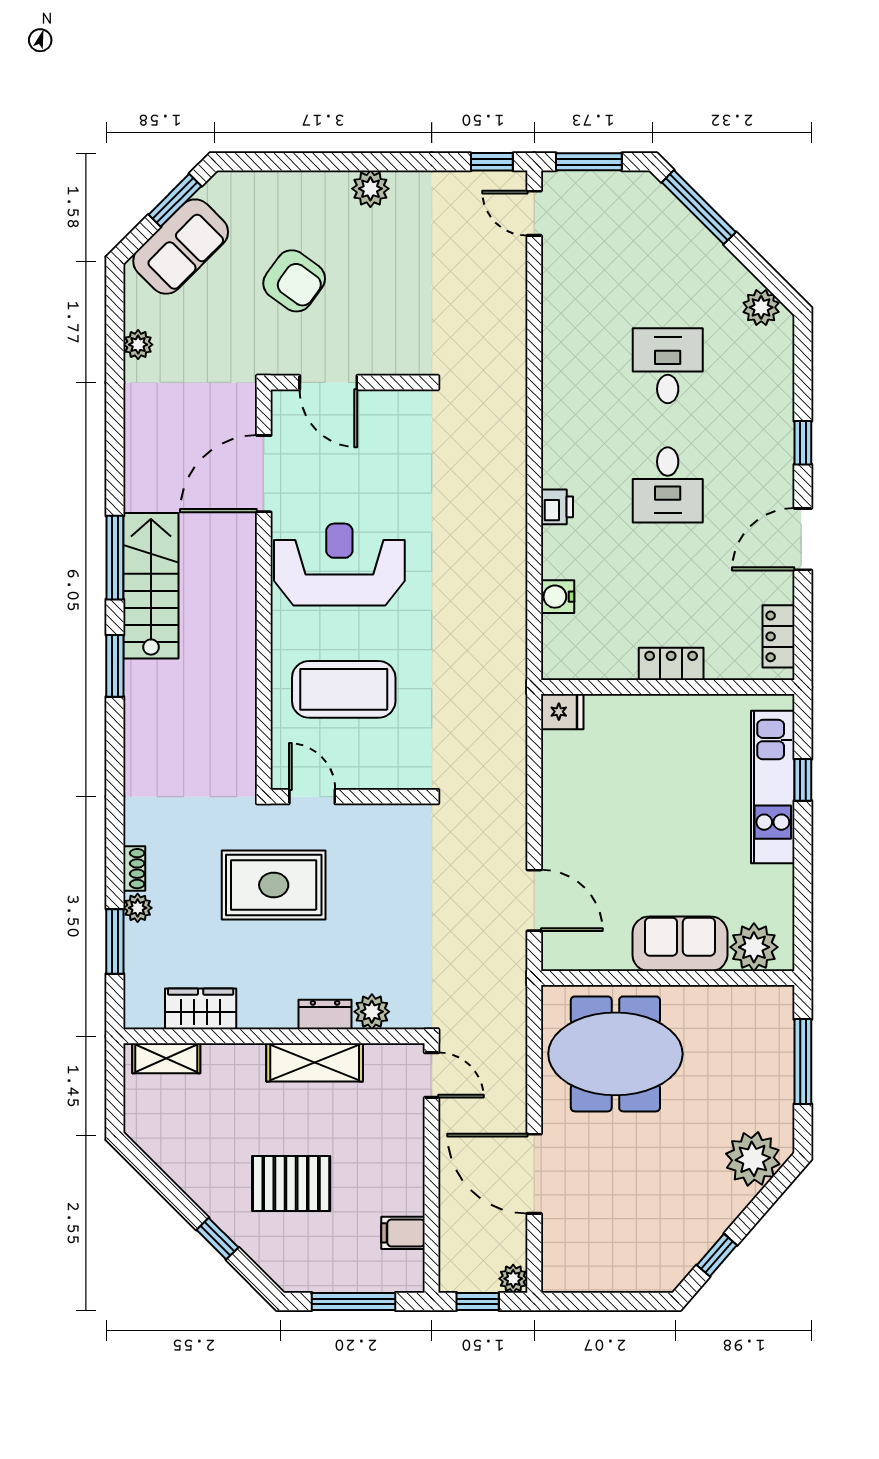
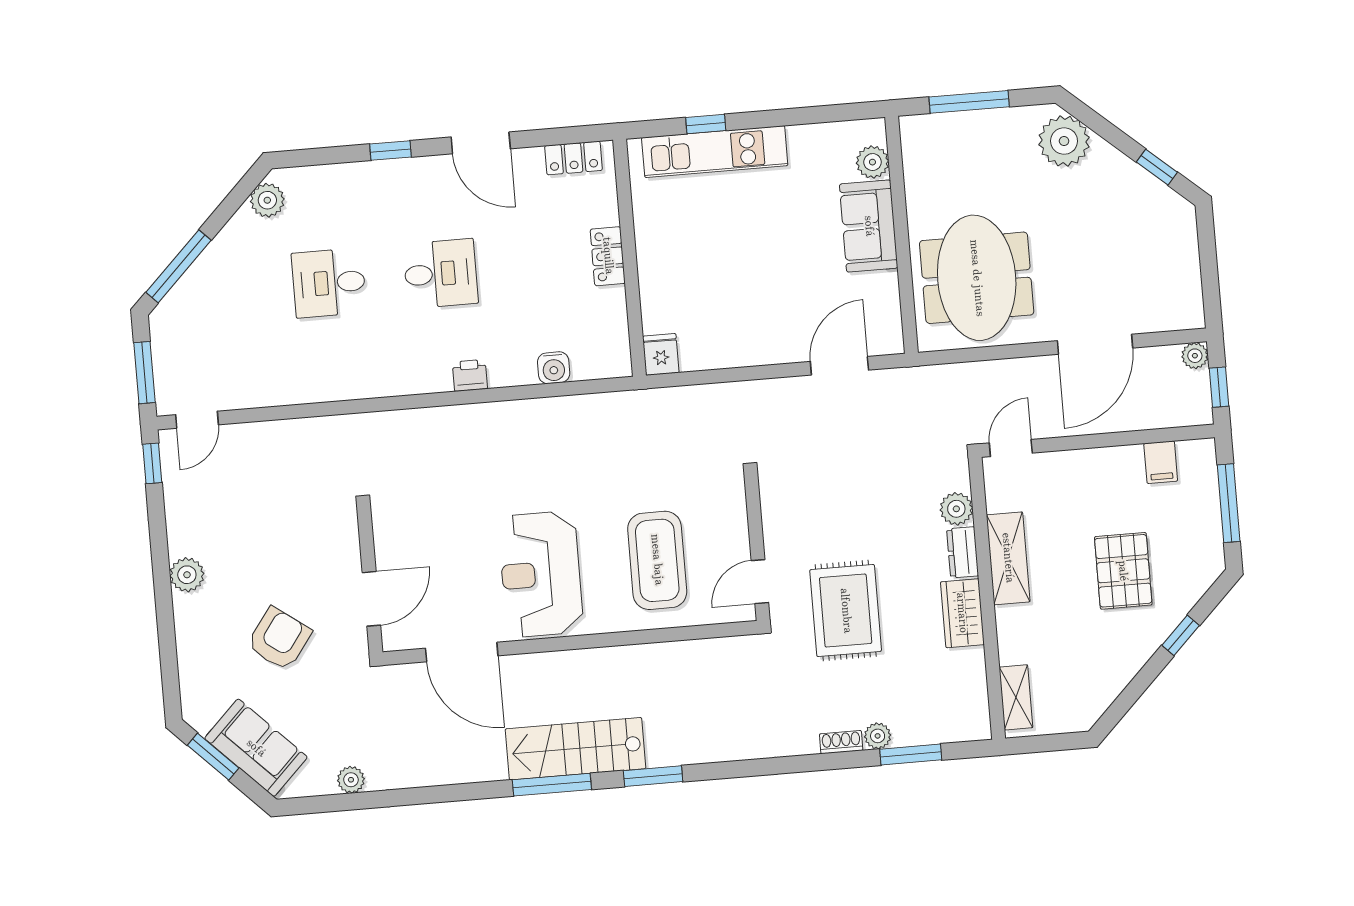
plant: (754, 947) -> (872, 162), width x0.73, depth x0.73
wardrobe: (201, 1009) -> (962, 613), moved

